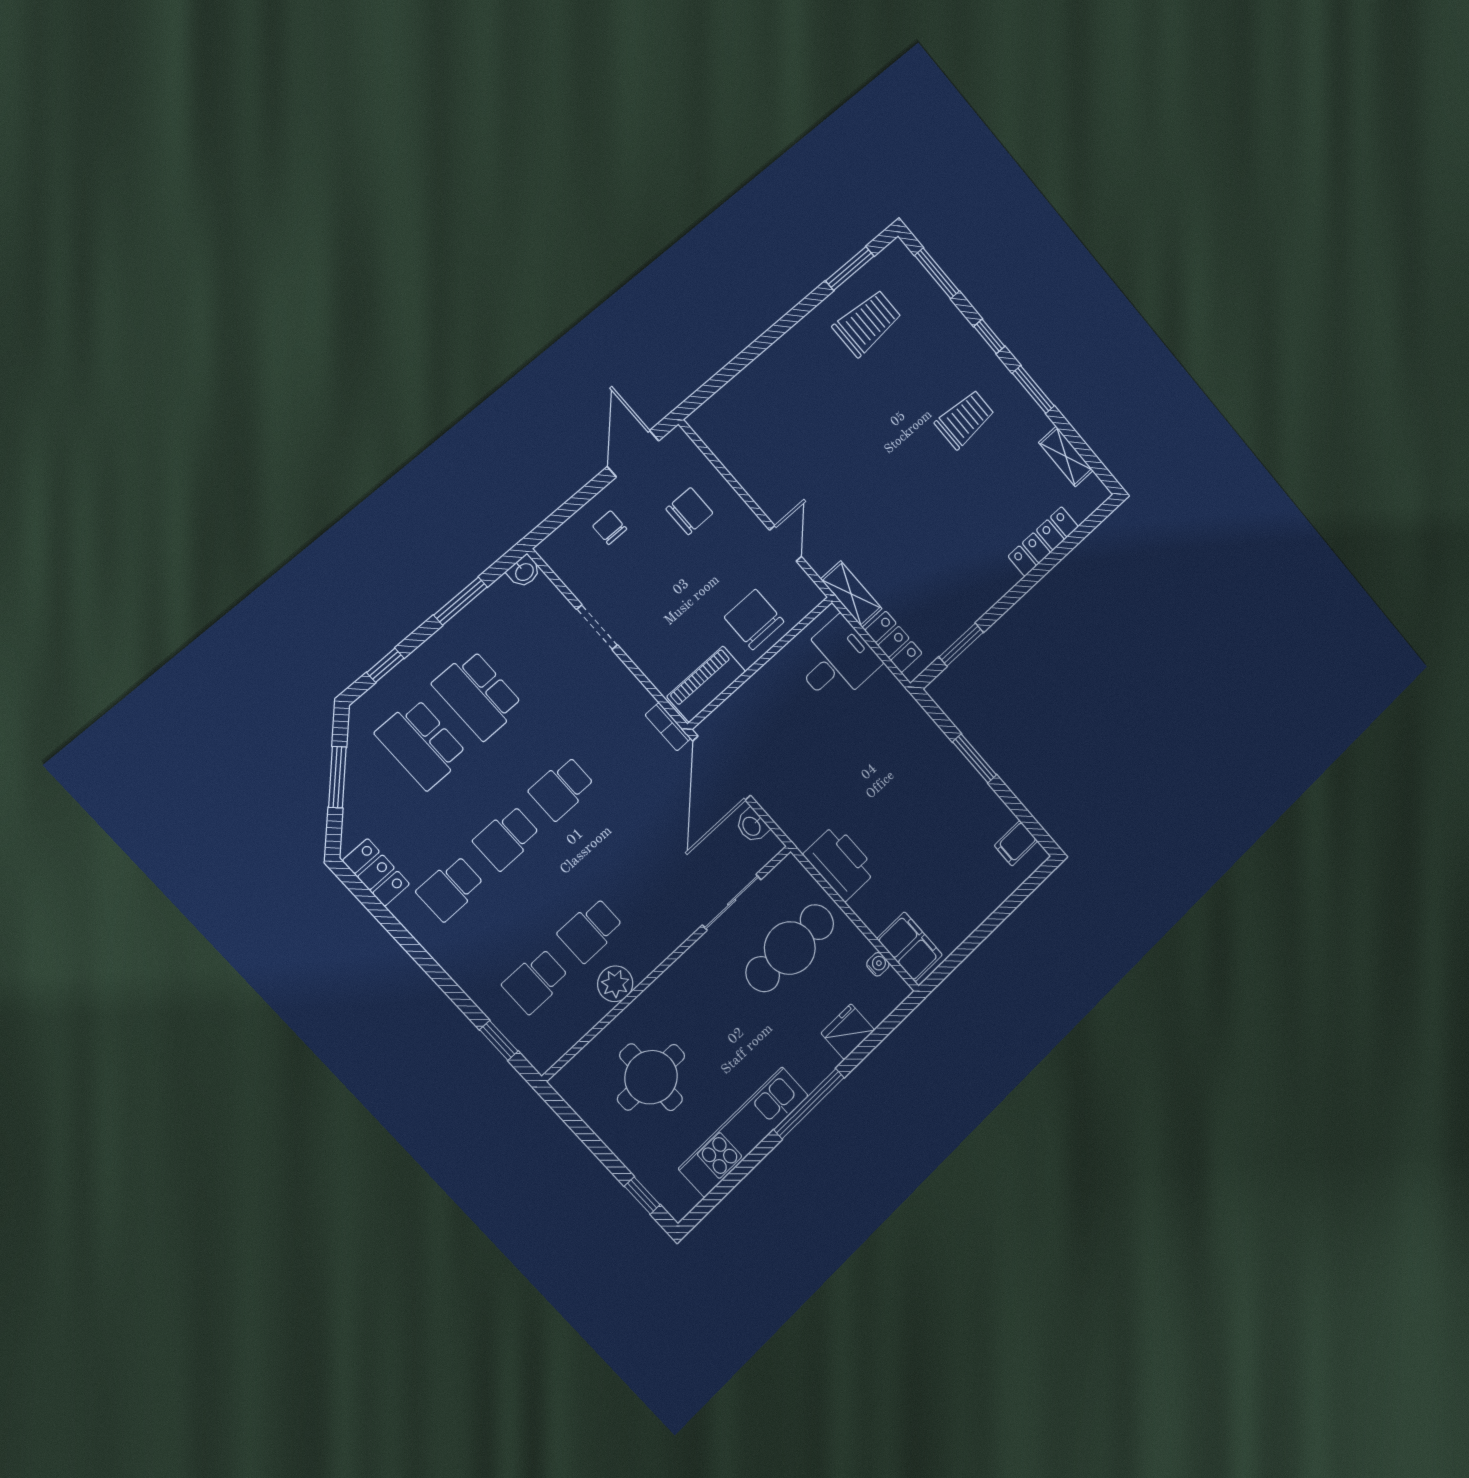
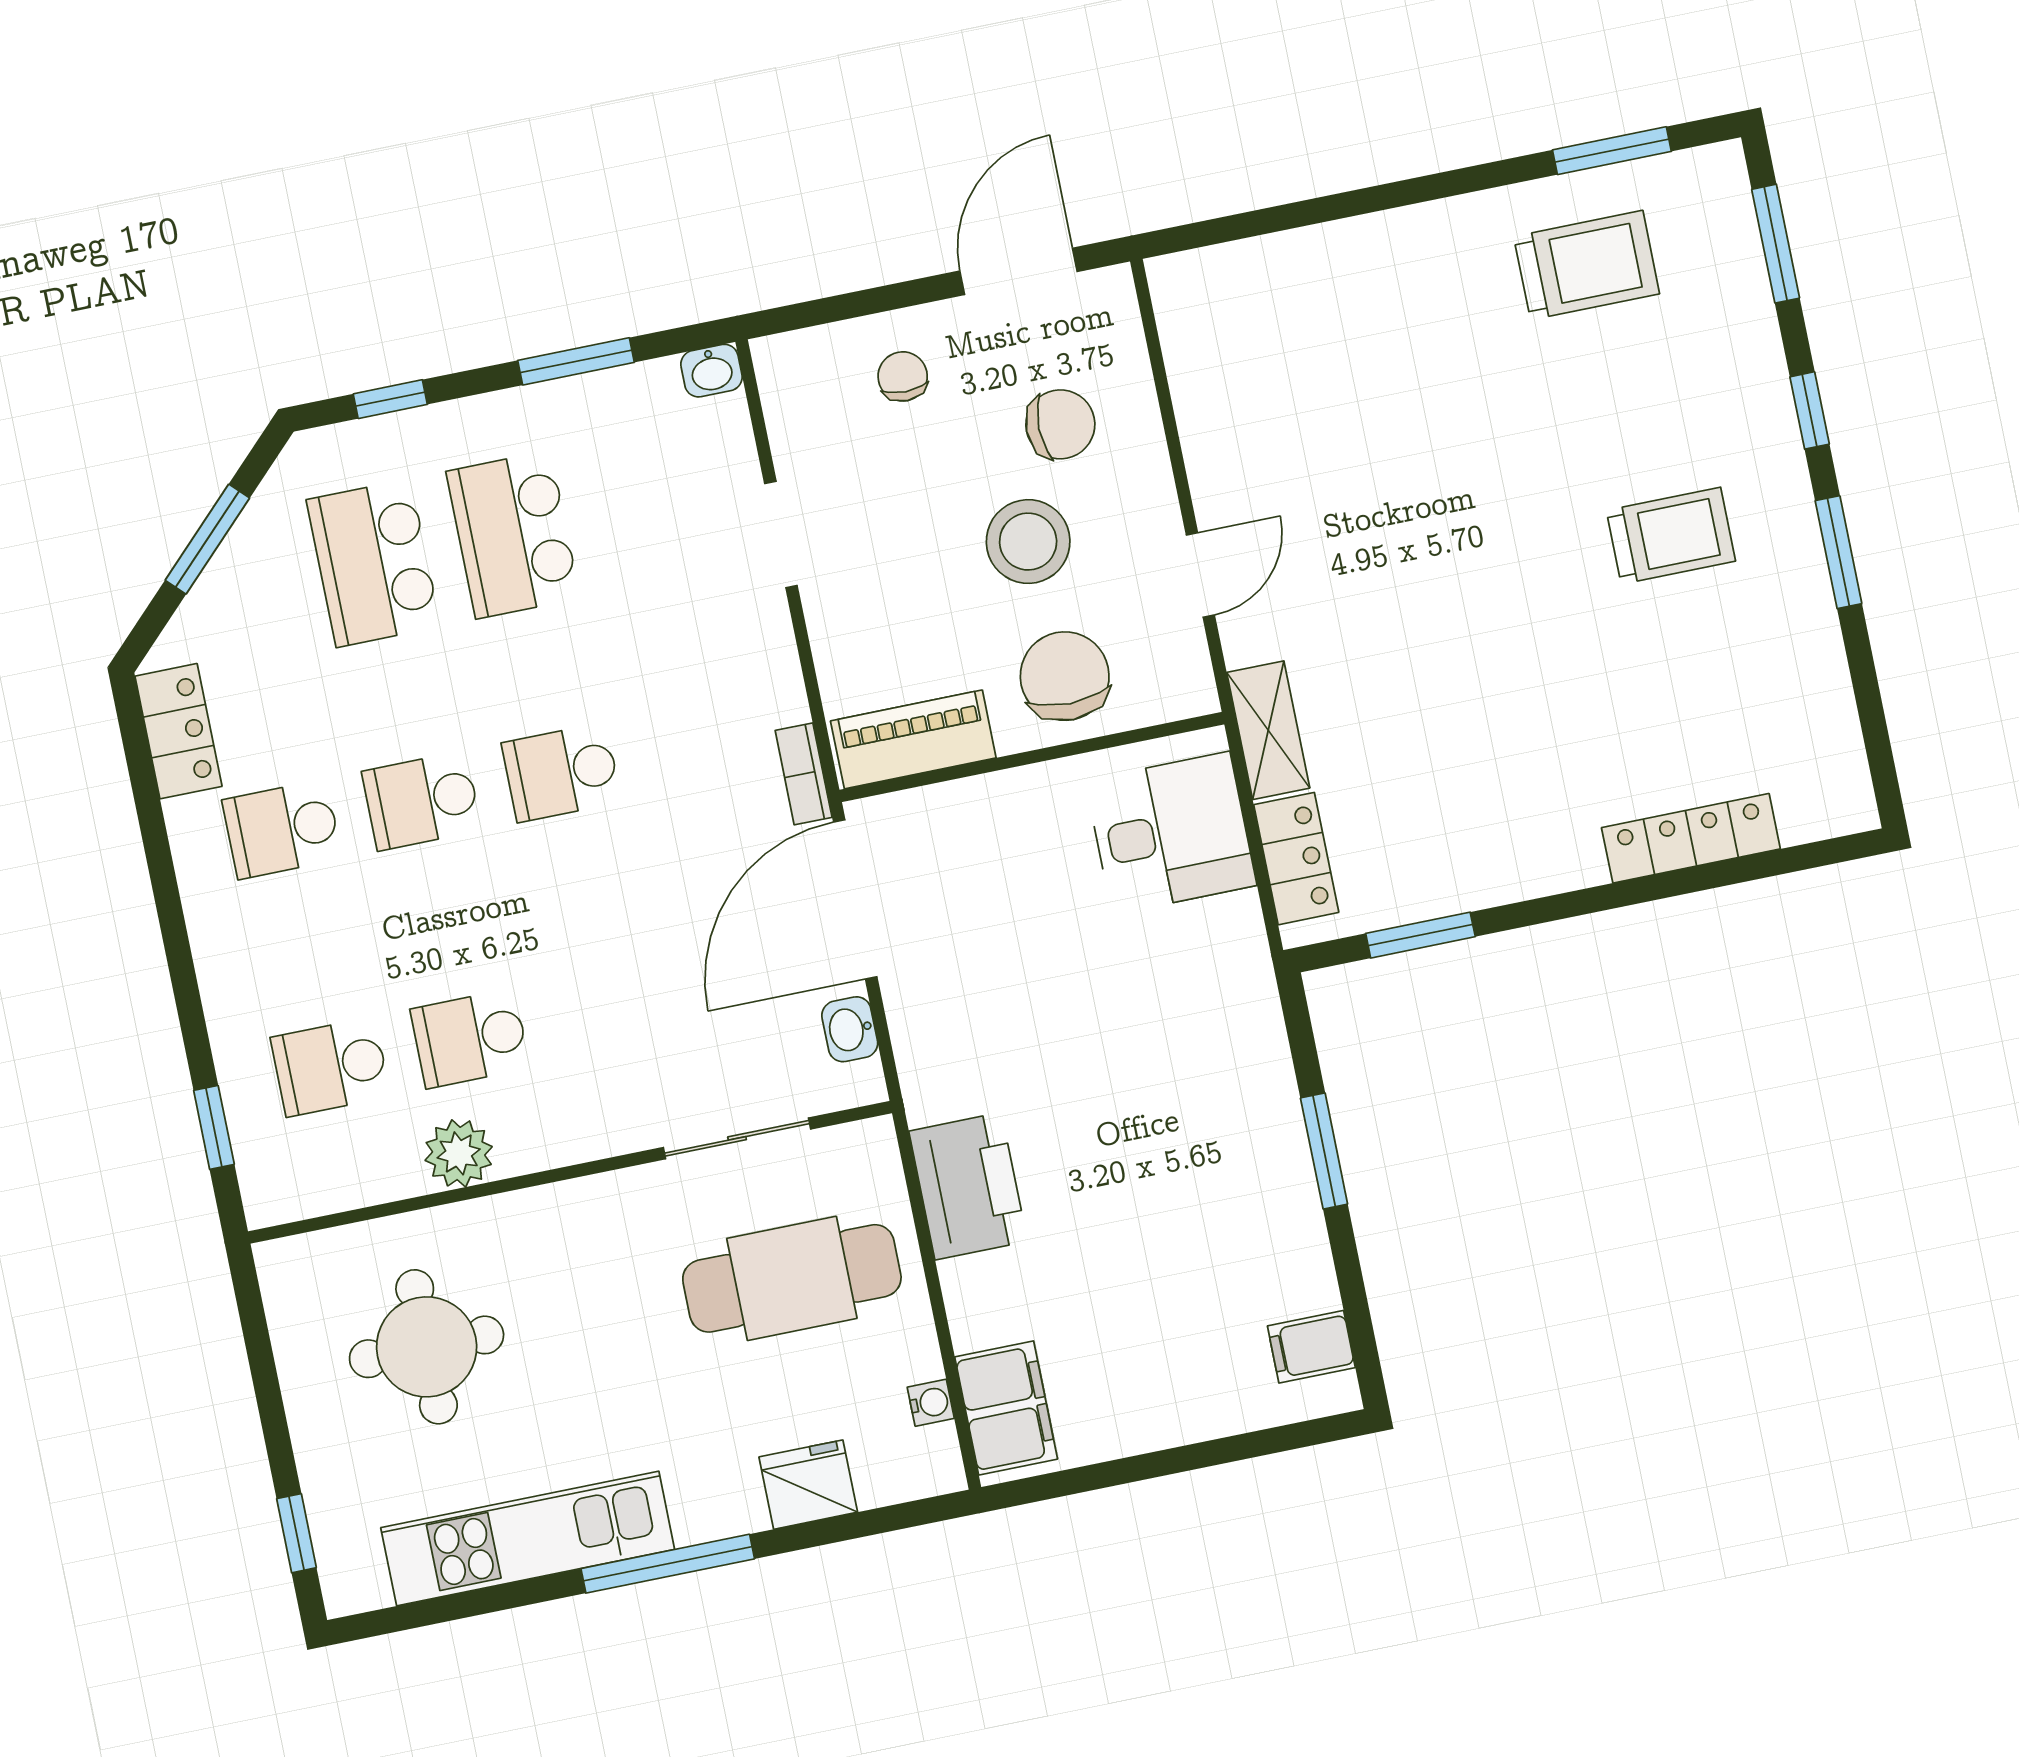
shelving: (1066, 456) -> (1829, 708), removed
stool: (705, 570) -> (1028, 542), added

